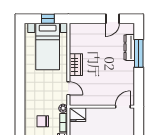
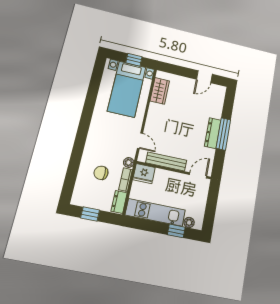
dresser: (129, 47) -> (213, 133), moved
window: (139, 53) -> (223, 134), moved
wardrobe: (76, 65) -> (160, 91), moved
bench: (94, 101) -> (166, 162), added

